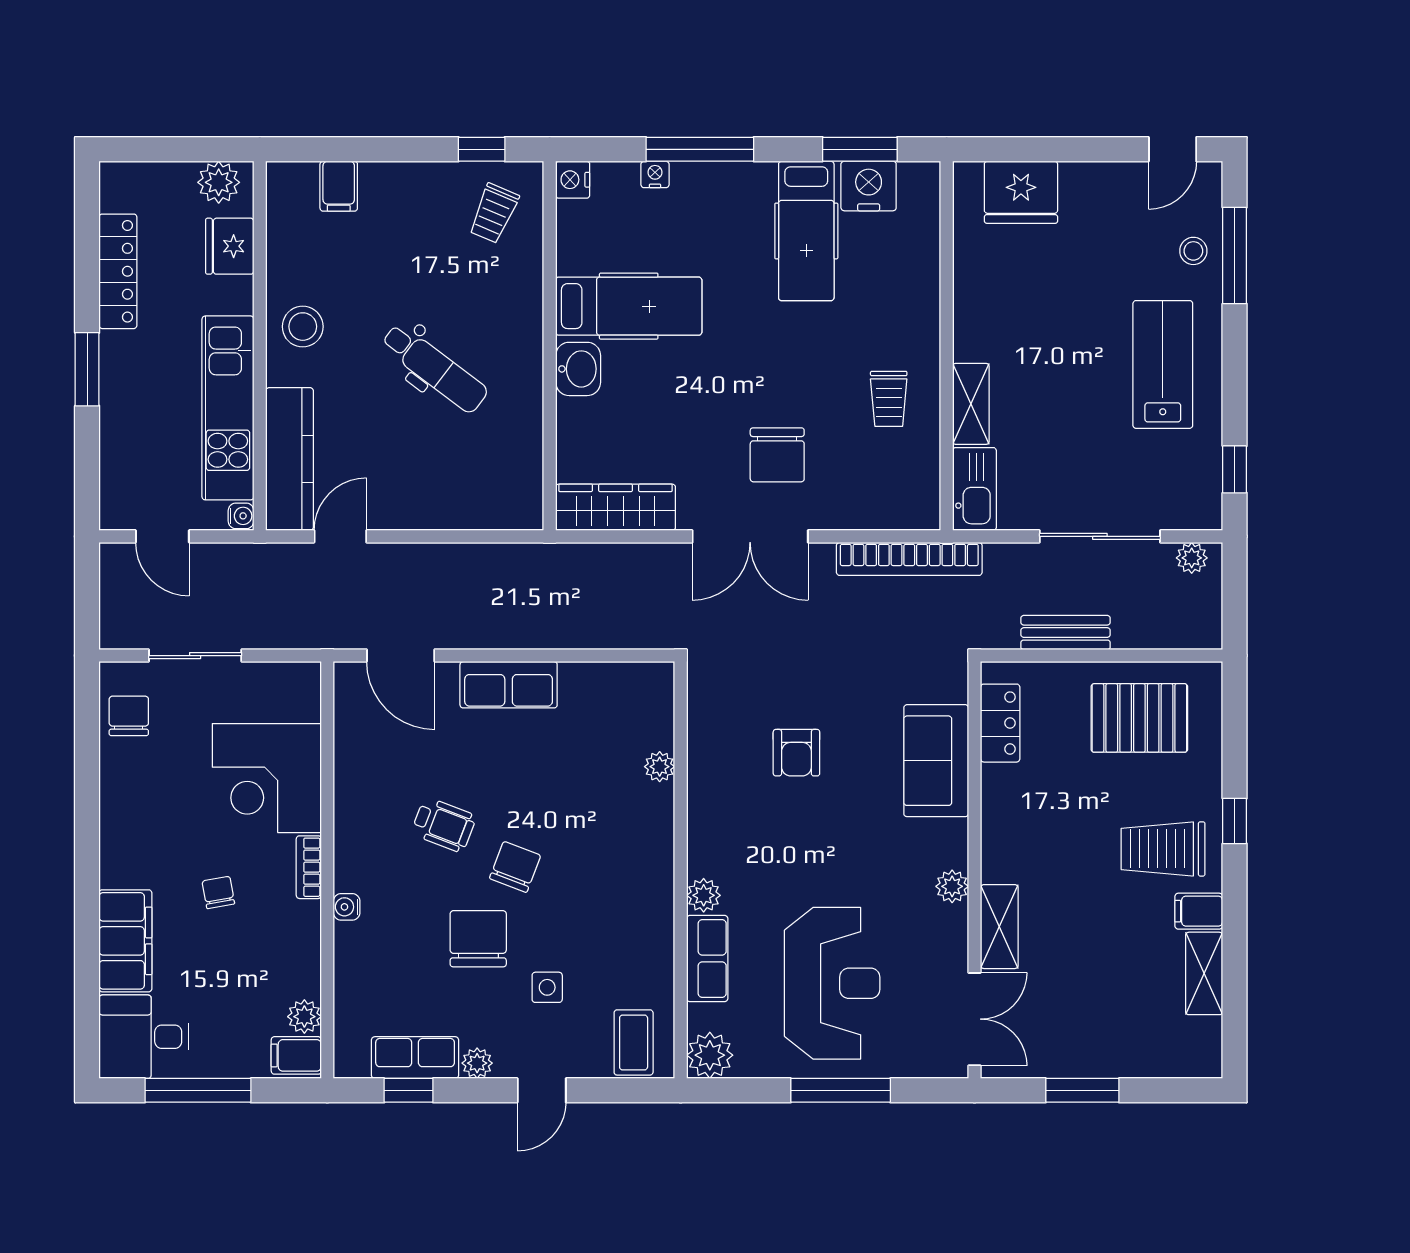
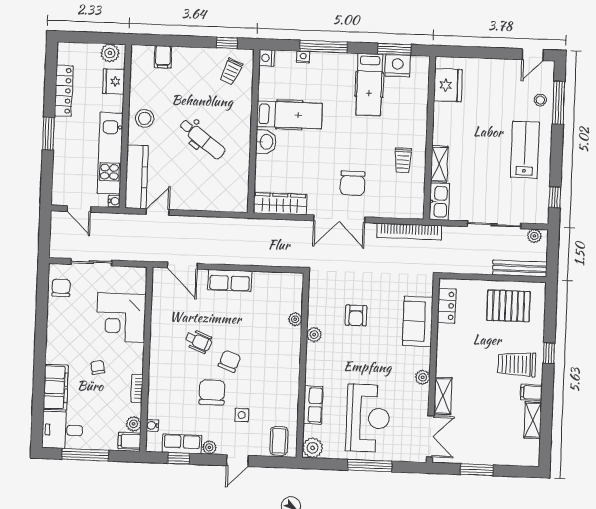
fridge: (1021, 192) -> (448, 85), moved, turned -90
bench: (1066, 633) -> (520, 268), moved, width x1.36
bookcase: (309, 867) -> (137, 388), moved
plant: (704, 895) -> (314, 335), moved
water cooler: (347, 907) -> (152, 425), moved

